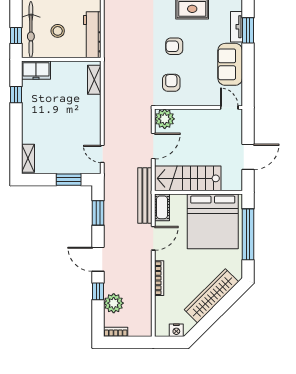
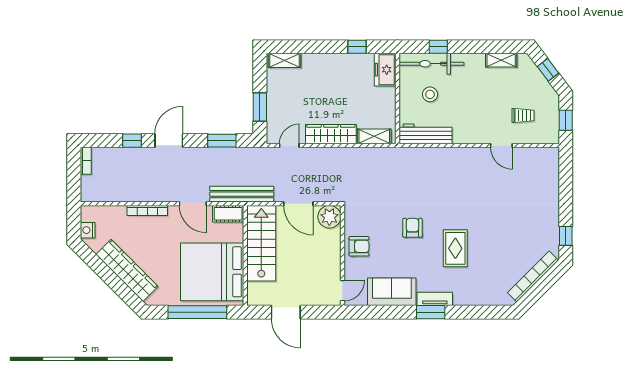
window: (16, 35) -> (438, 47), moved
armchair: (171, 83) -> (359, 246), moved
wardrobe: (92, 118) -> (331, 134), added
plant: (114, 303) -> (118, 158), removed

